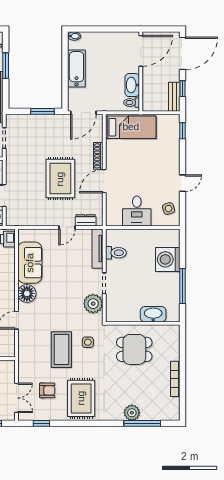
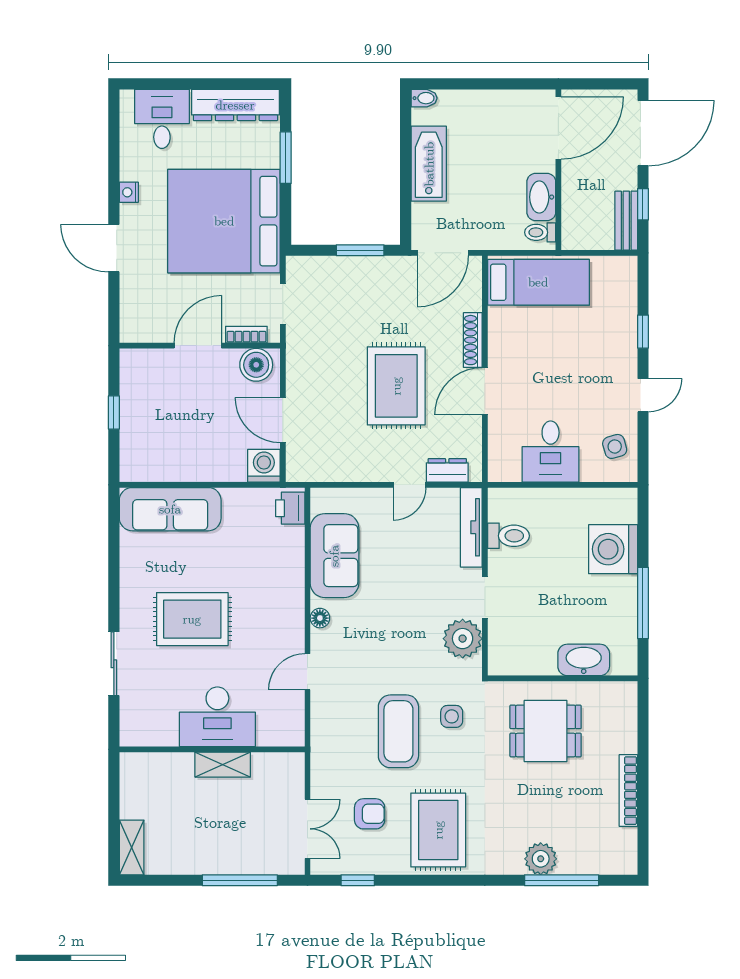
window: (183, 131) -> (643, 332), moved
floor lamp: (27, 293) -> (320, 618), width x0.53, depth x0.53

